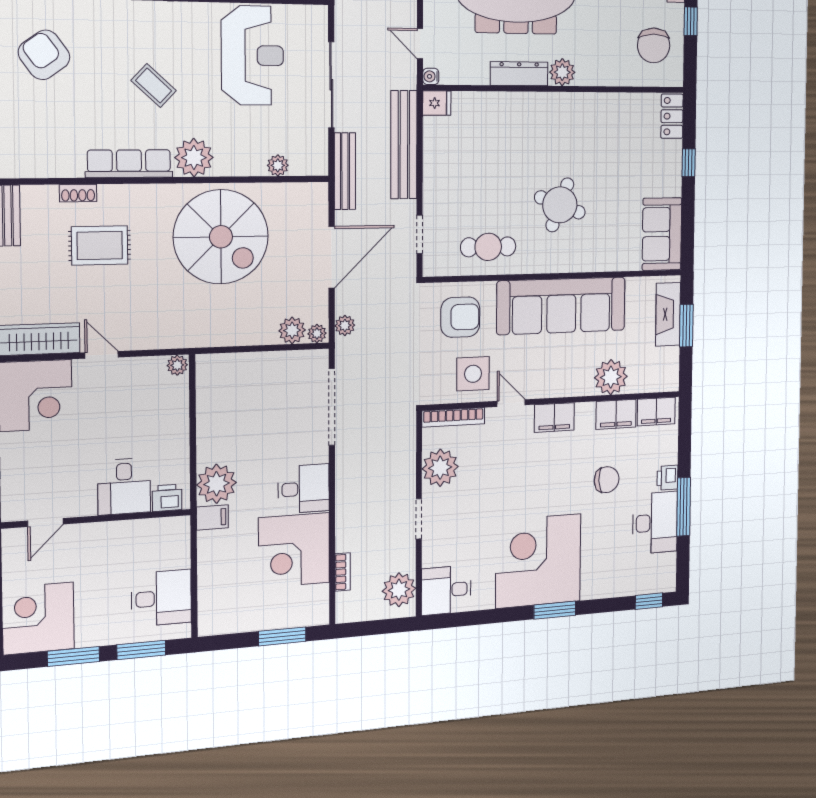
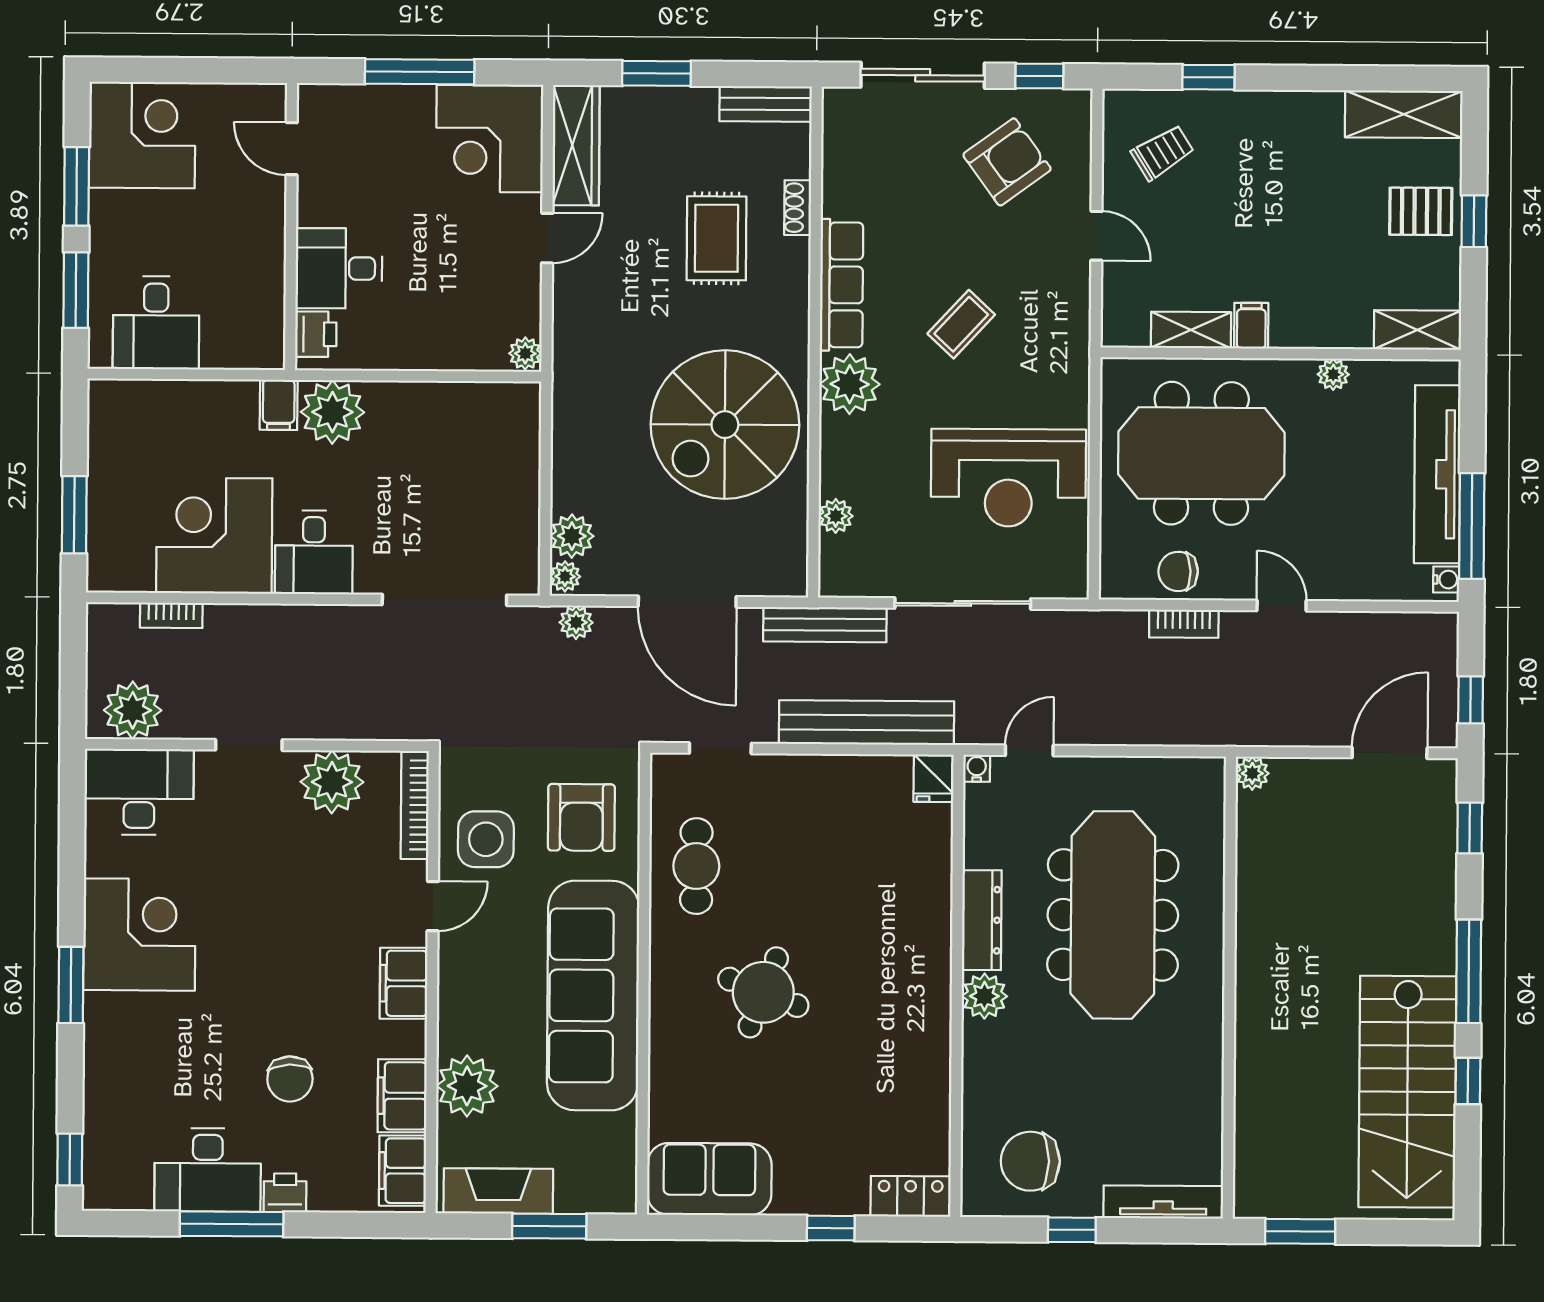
fireplace: (668, 314) -> (498, 1191), moved
corner desk: (538, 561) -> (139, 935), width x0.74, depth x0.74
desk: (446, 590) -> (139, 792), width x1.37

